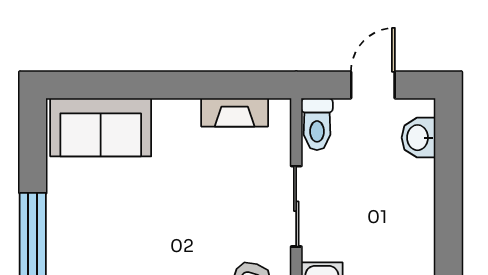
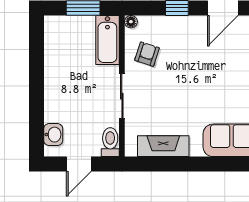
fireplace: (235, 112) -> (163, 146), width x1.37, depth x1.32

